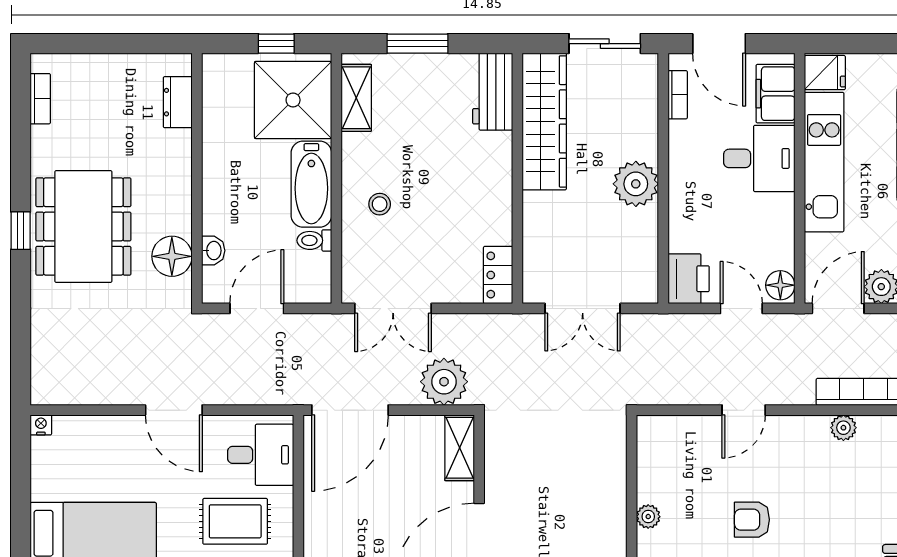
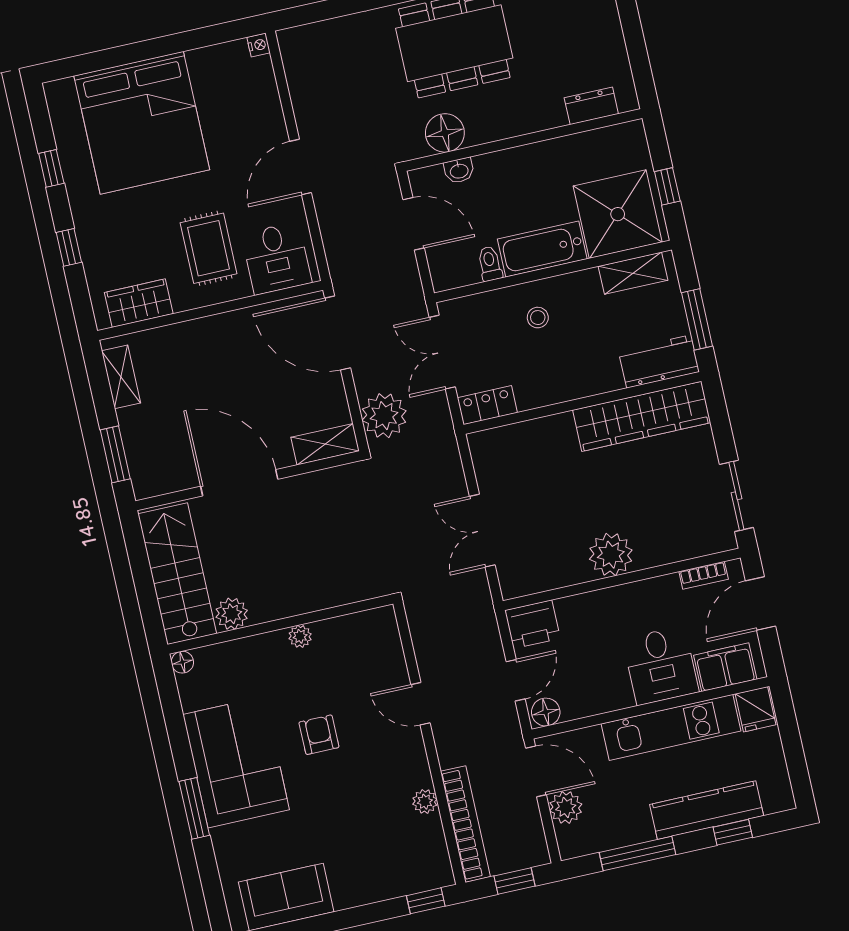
workbench: (493, 92) -> (659, 361), moved
wardrobe: (544, 121) -> (642, 416), moved
wall: (517, 178) -> (582, 403), moved
locker: (498, 275) -> (487, 405), moved

